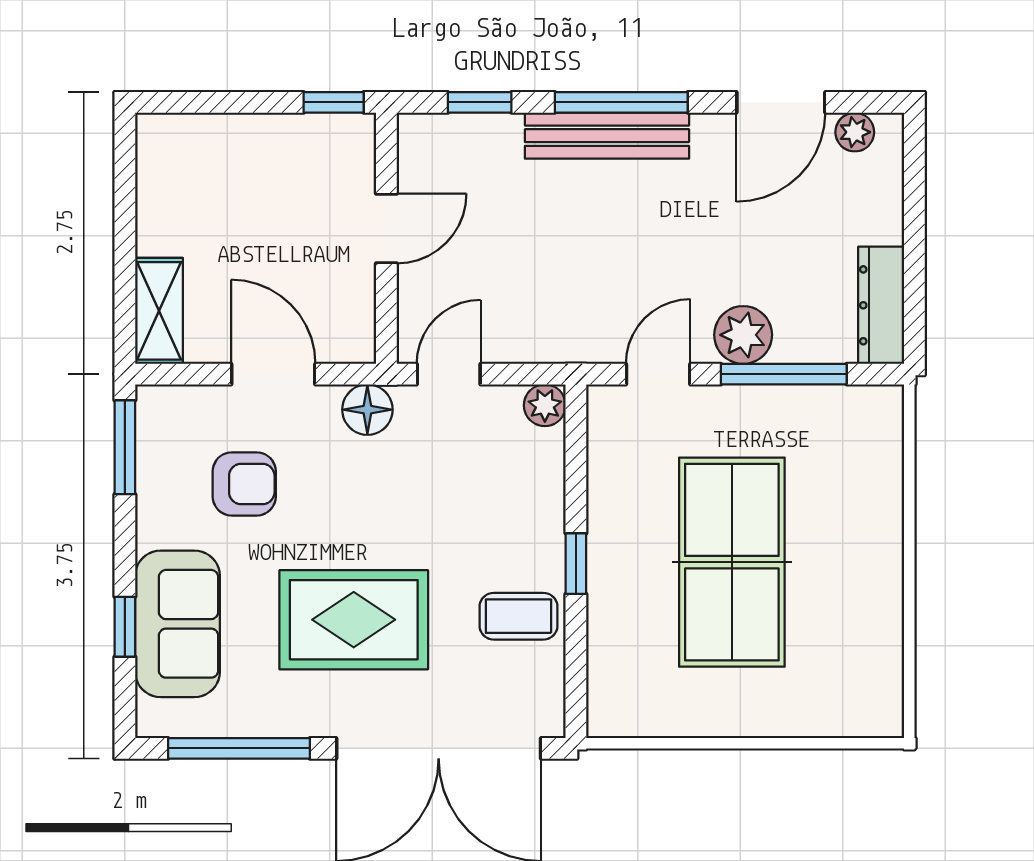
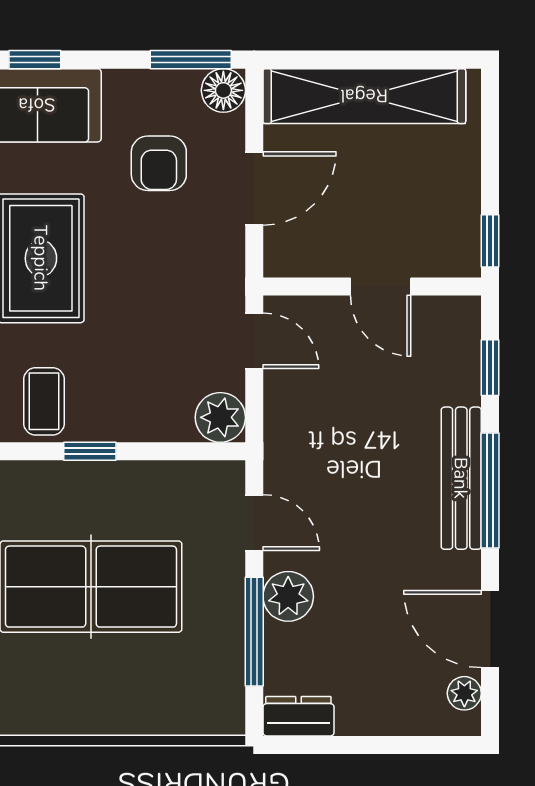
dresser: (881, 305) -> (298, 716), width x0.70
shelving: (159, 311) -> (364, 96), width x2.20, depth x1.33
plant: (545, 405) -> (220, 417), width x1.38, depth x1.38
floor lamp: (367, 410) -> (223, 90), moved

